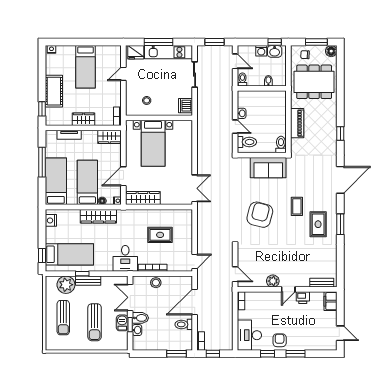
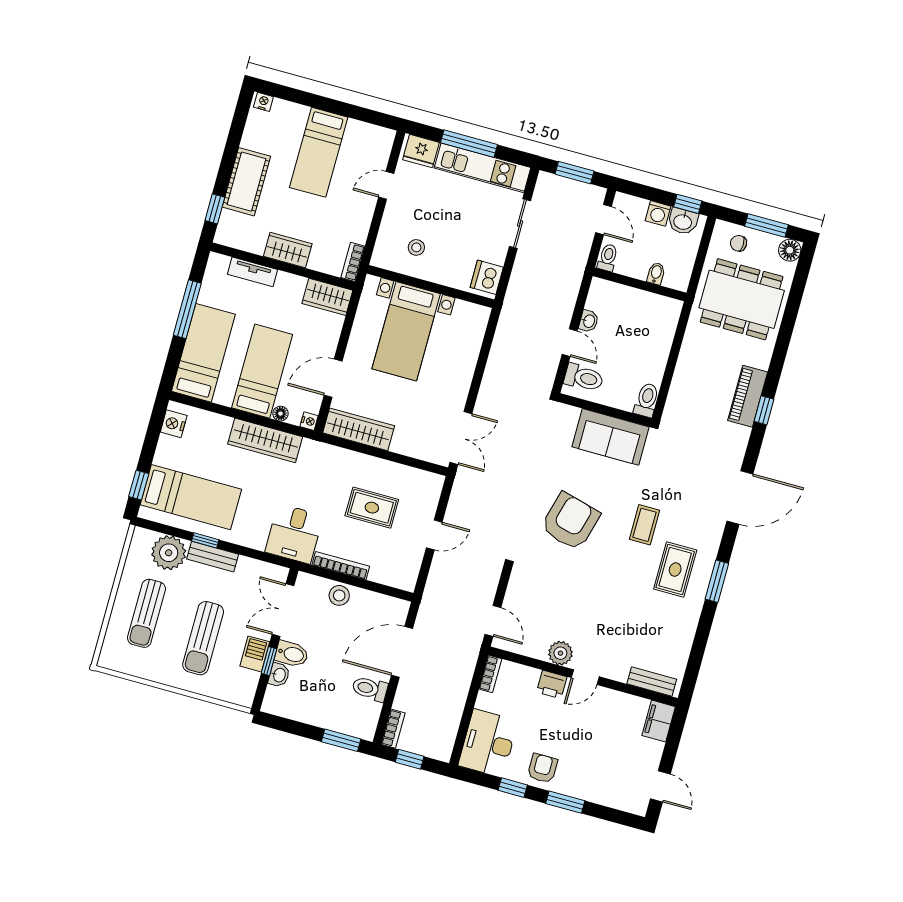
piano: (297, 123) -> (748, 396), moved, turned 180
door: (195, 261) -> (434, 535), moved
printer: (303, 298) -> (552, 684), moved

